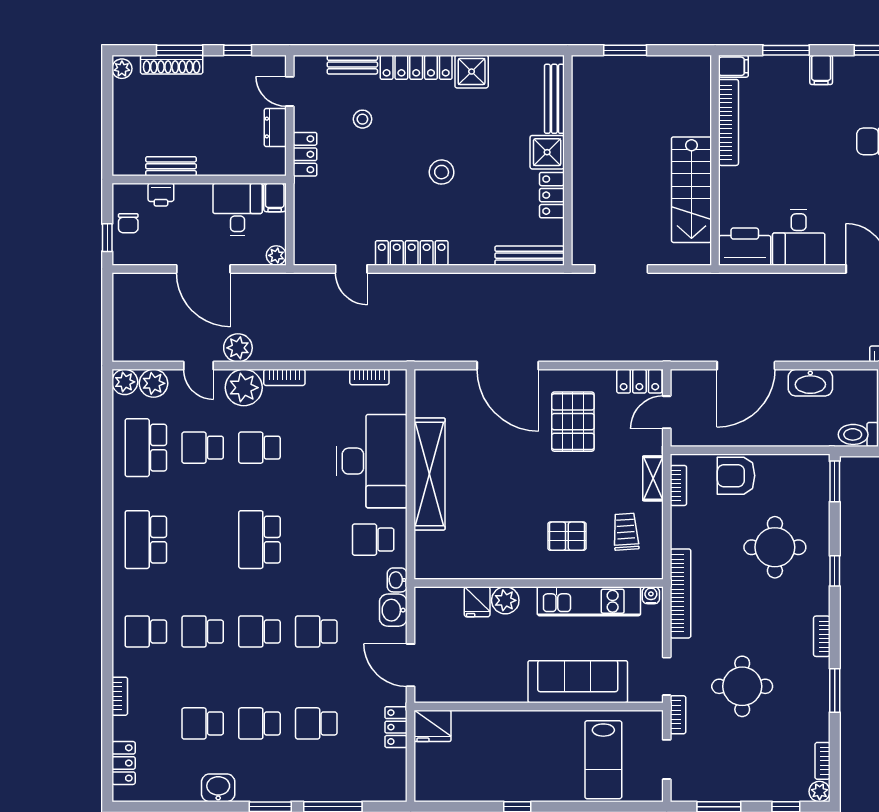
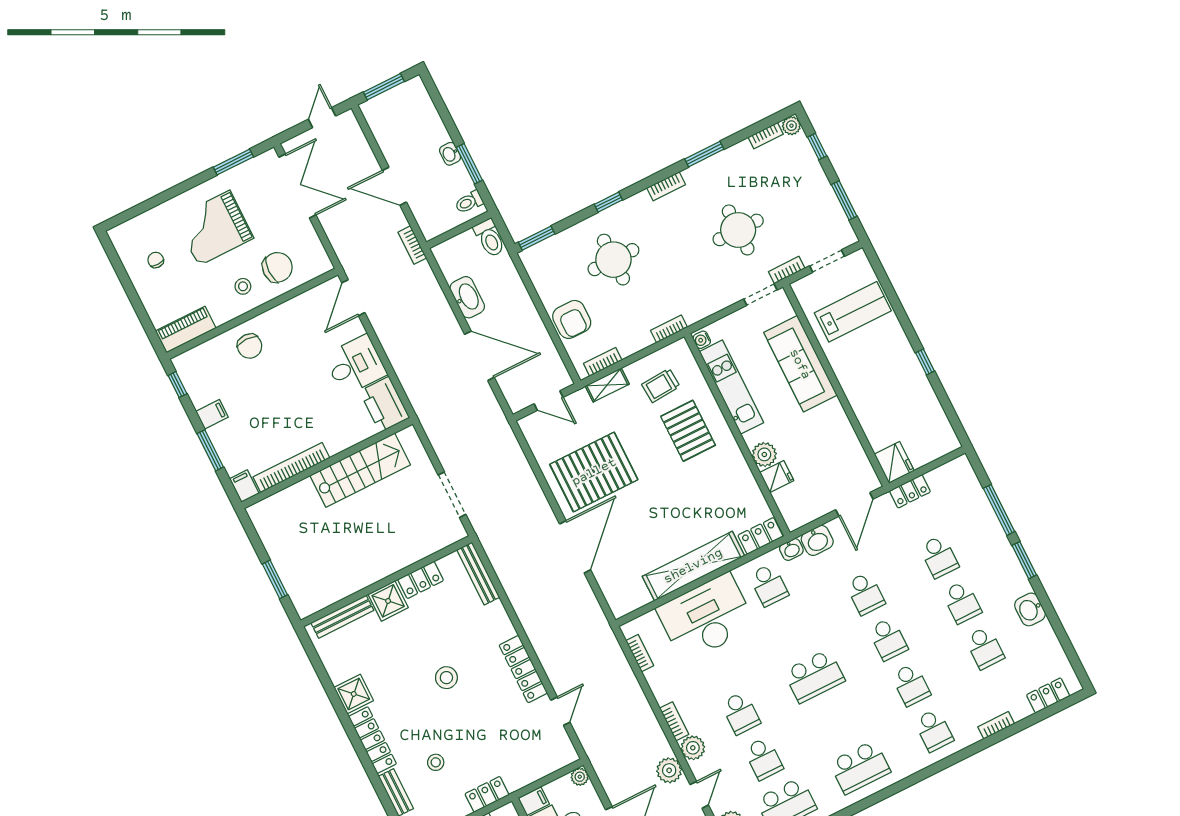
locker: (639, 381) -> (760, 536), moved, turned -90
plant: (244, 388) -> (693, 748), width x0.73, depth x0.73
pallet: (573, 422) -> (594, 472), width x1.37, depth x1.41
pallet: (567, 536) -> (688, 431), width x1.50, depth x1.42
bookcase: (680, 593) -> (669, 329), width x0.43, depth x0.76

